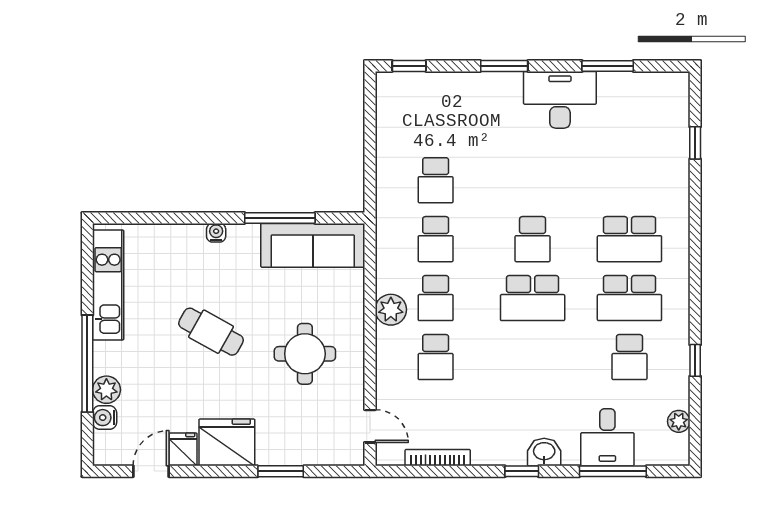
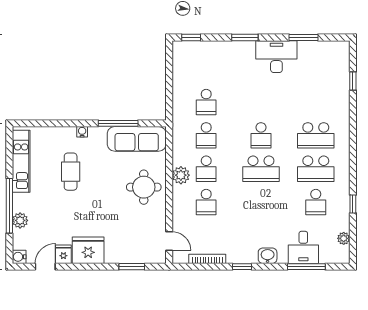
cafe table: (211, 332) -> (71, 172), moved, turned 61
round table: (305, 354) -> (144, 187), moved
water cooler: (105, 418) -> (19, 257), moved
window: (281, 471) -> (132, 267), moved
window: (522, 471) -> (242, 267), moved

